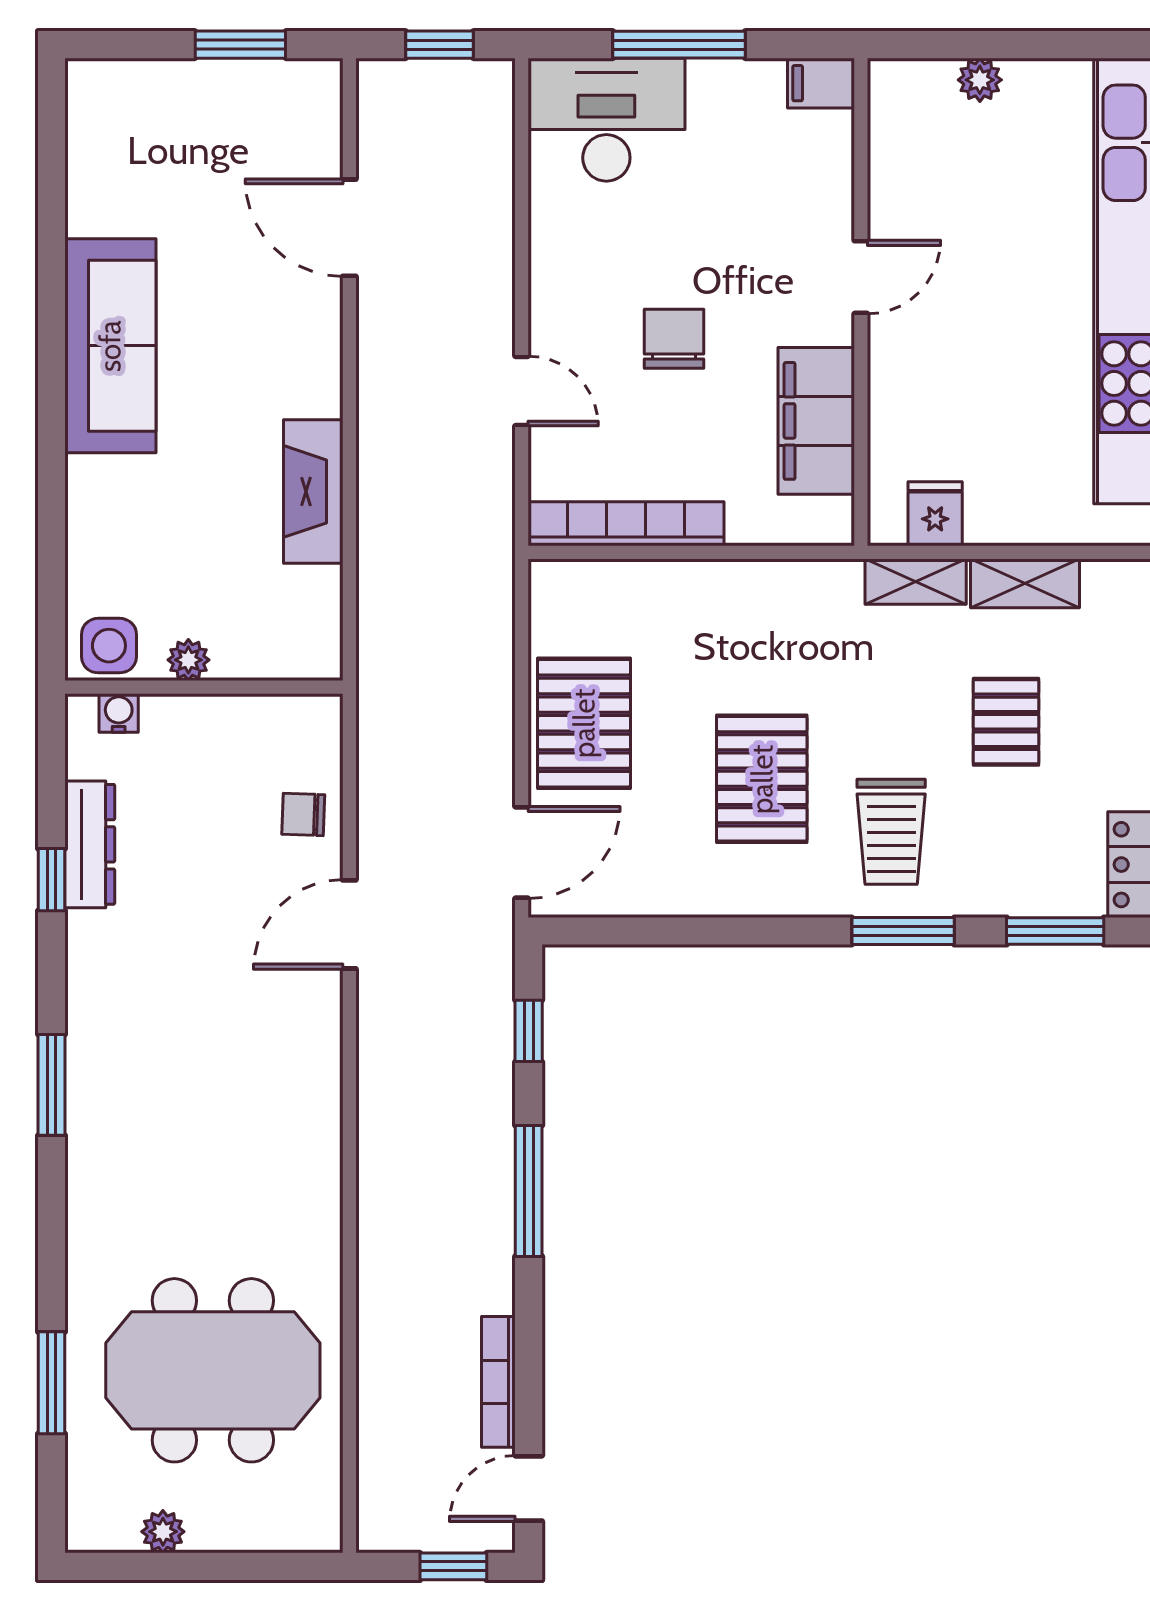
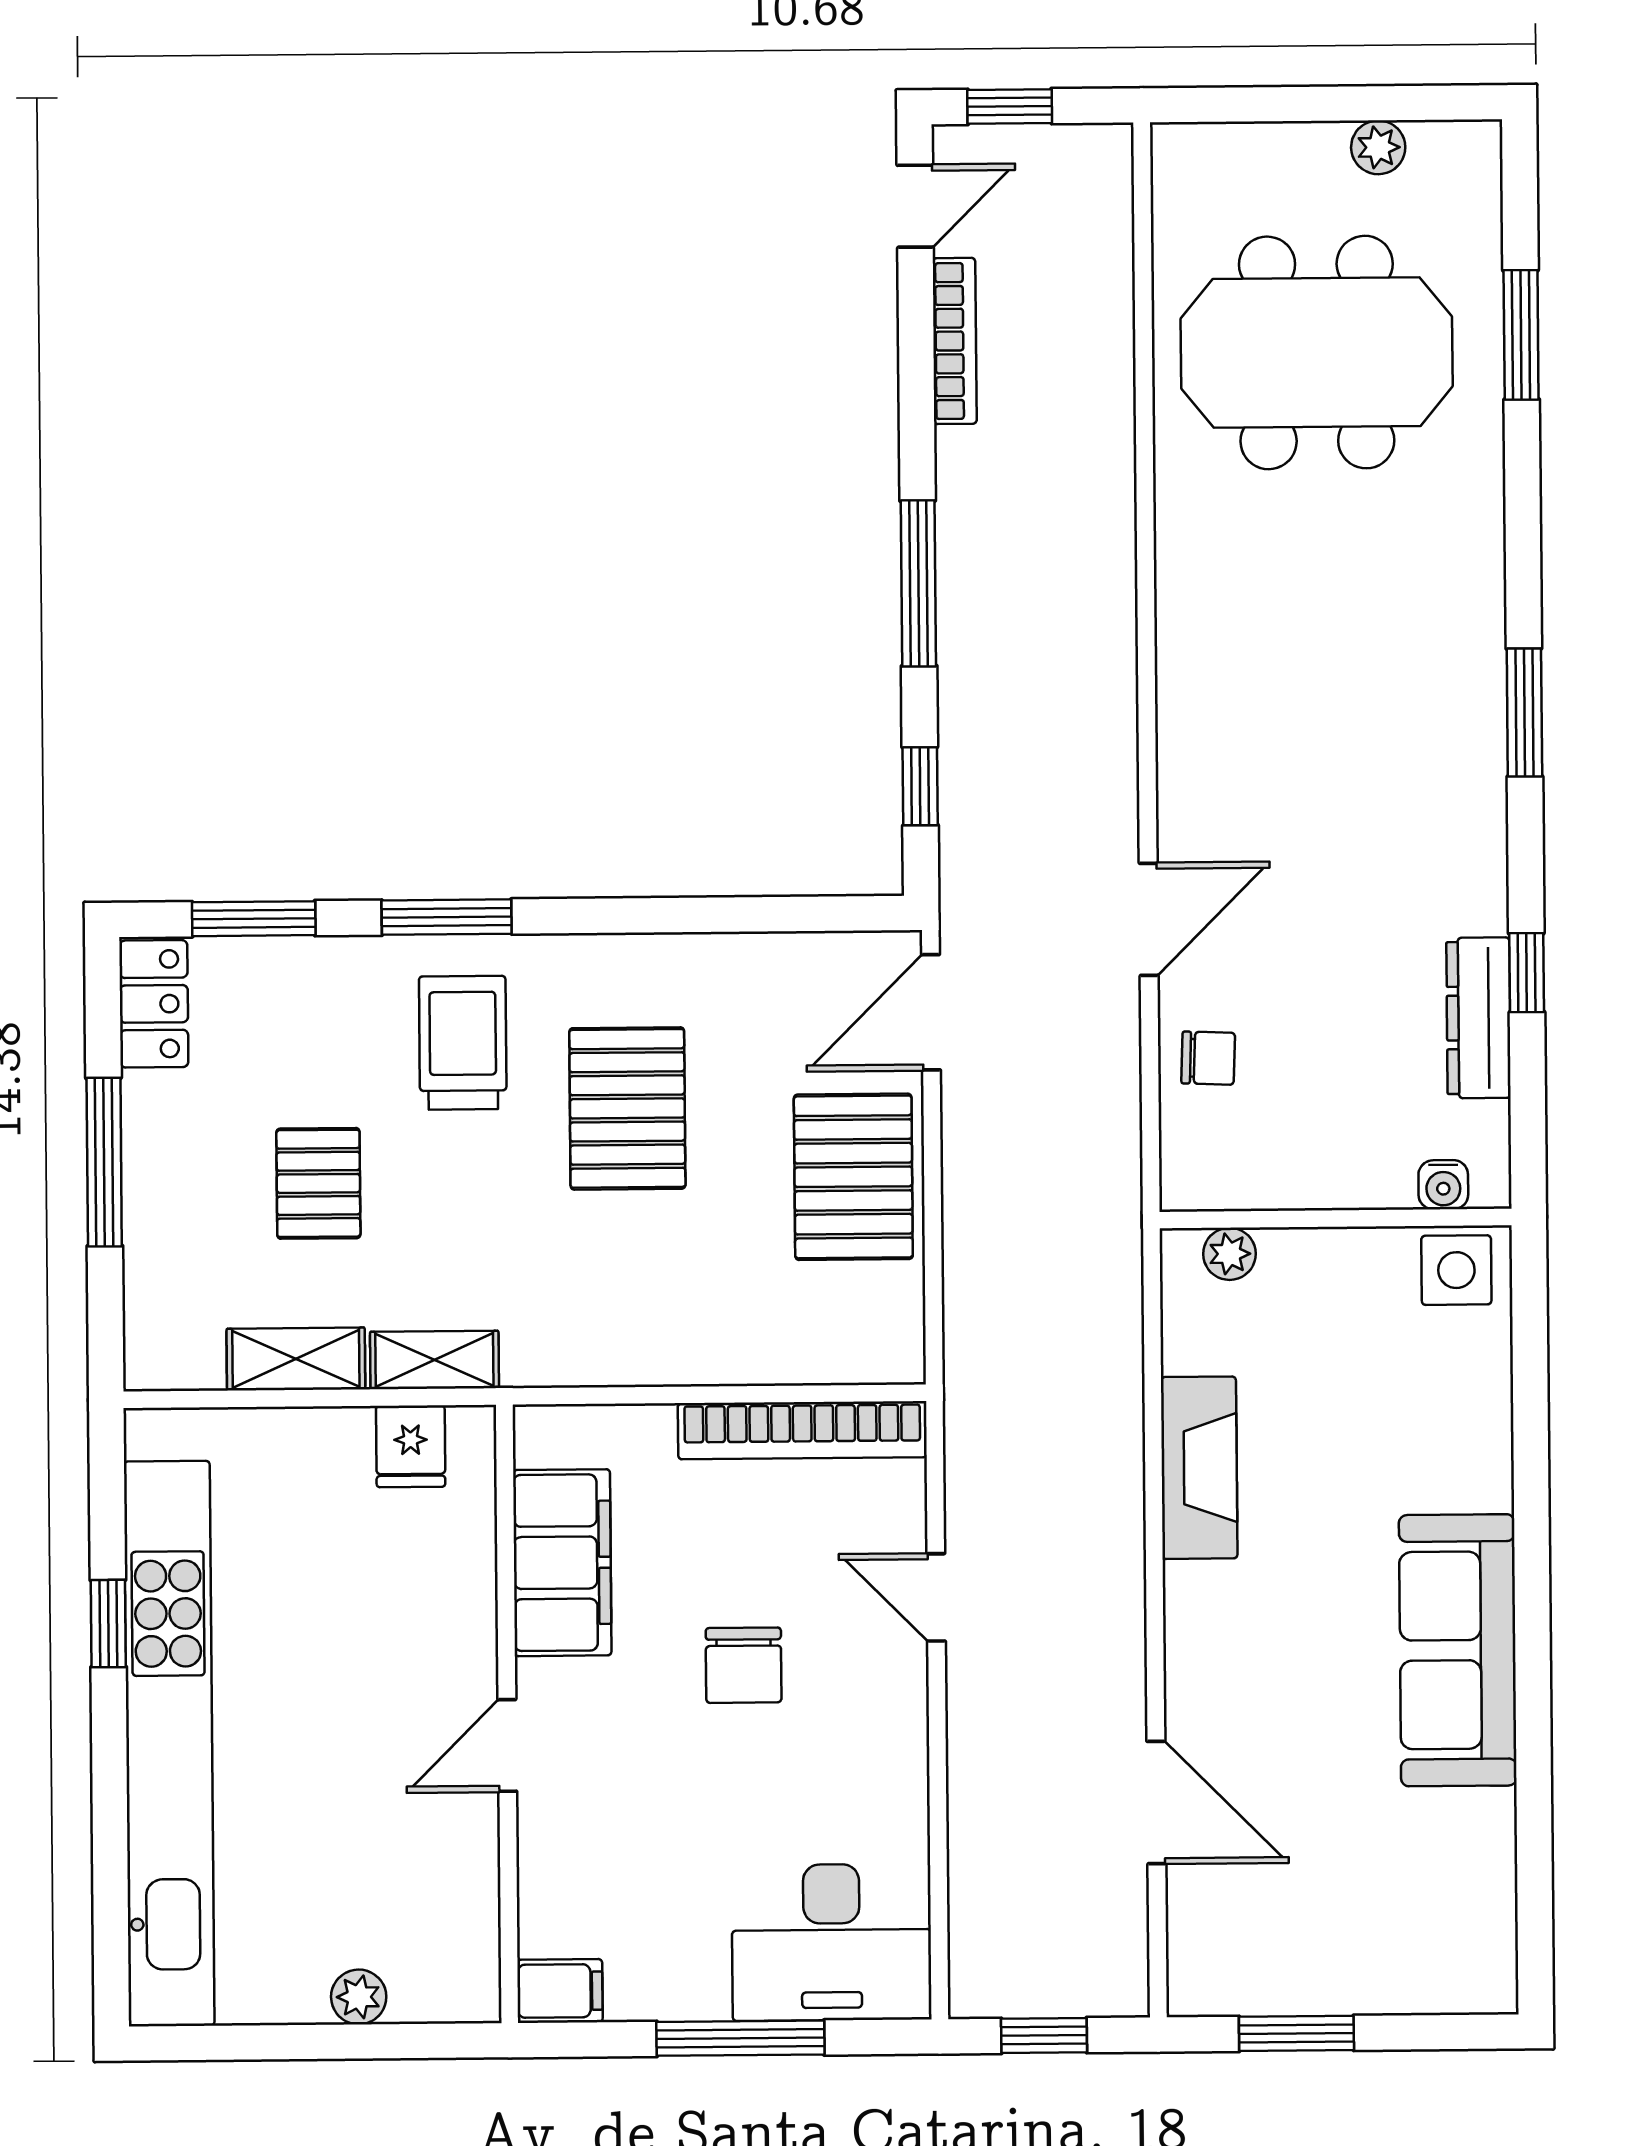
plant: (188, 660) -> (1229, 1254), moved

